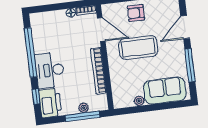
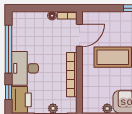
armchair: (136, 13) -> (115, 24), removed
door: (101, 30) -> (79, 35), hinge flipped

